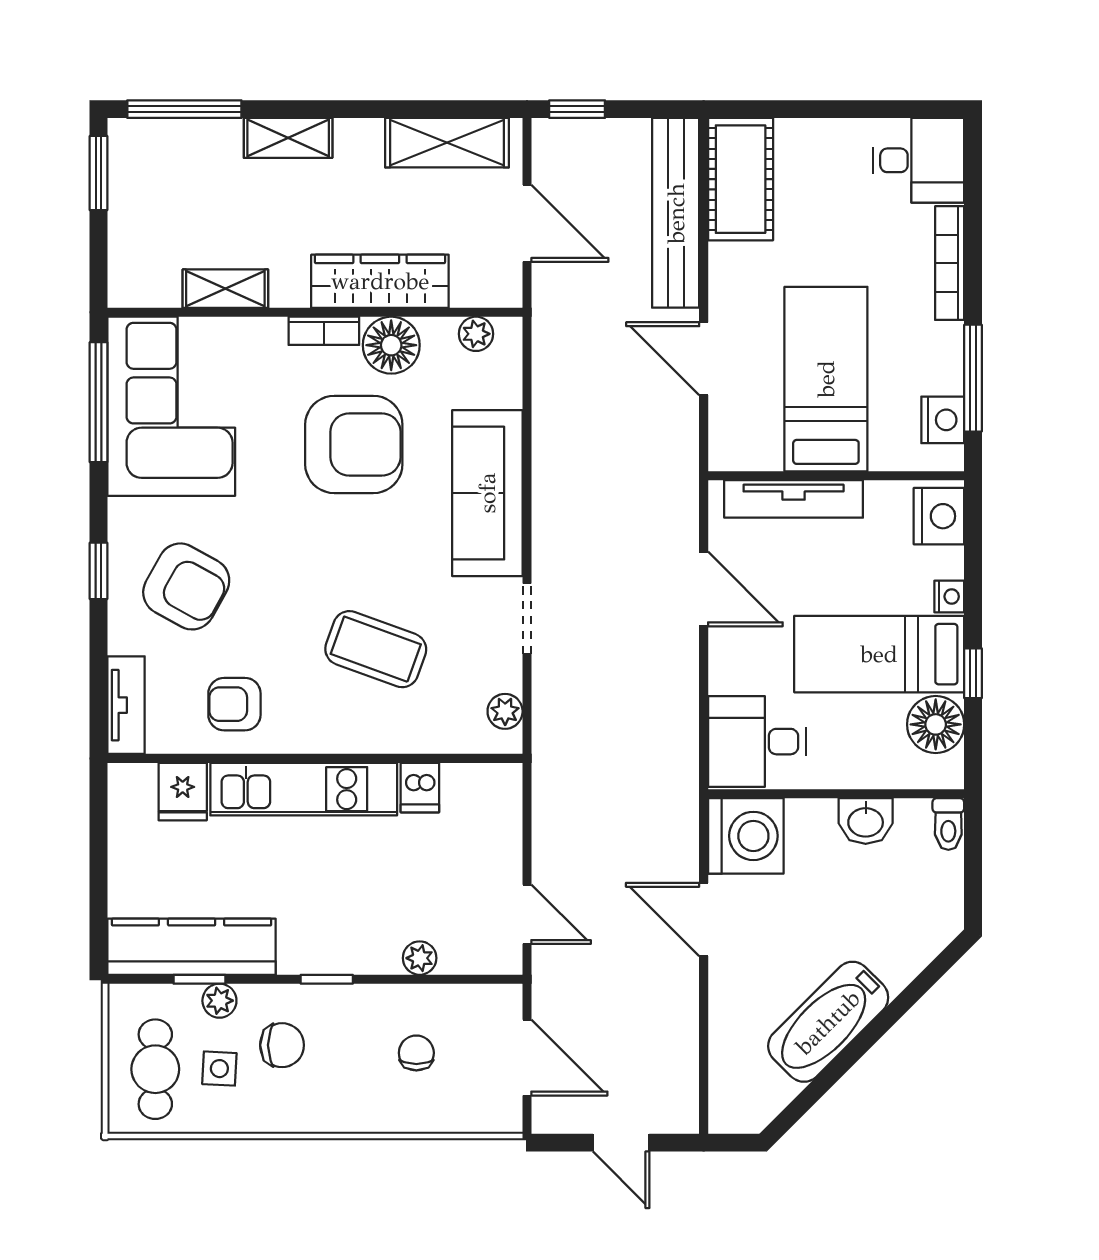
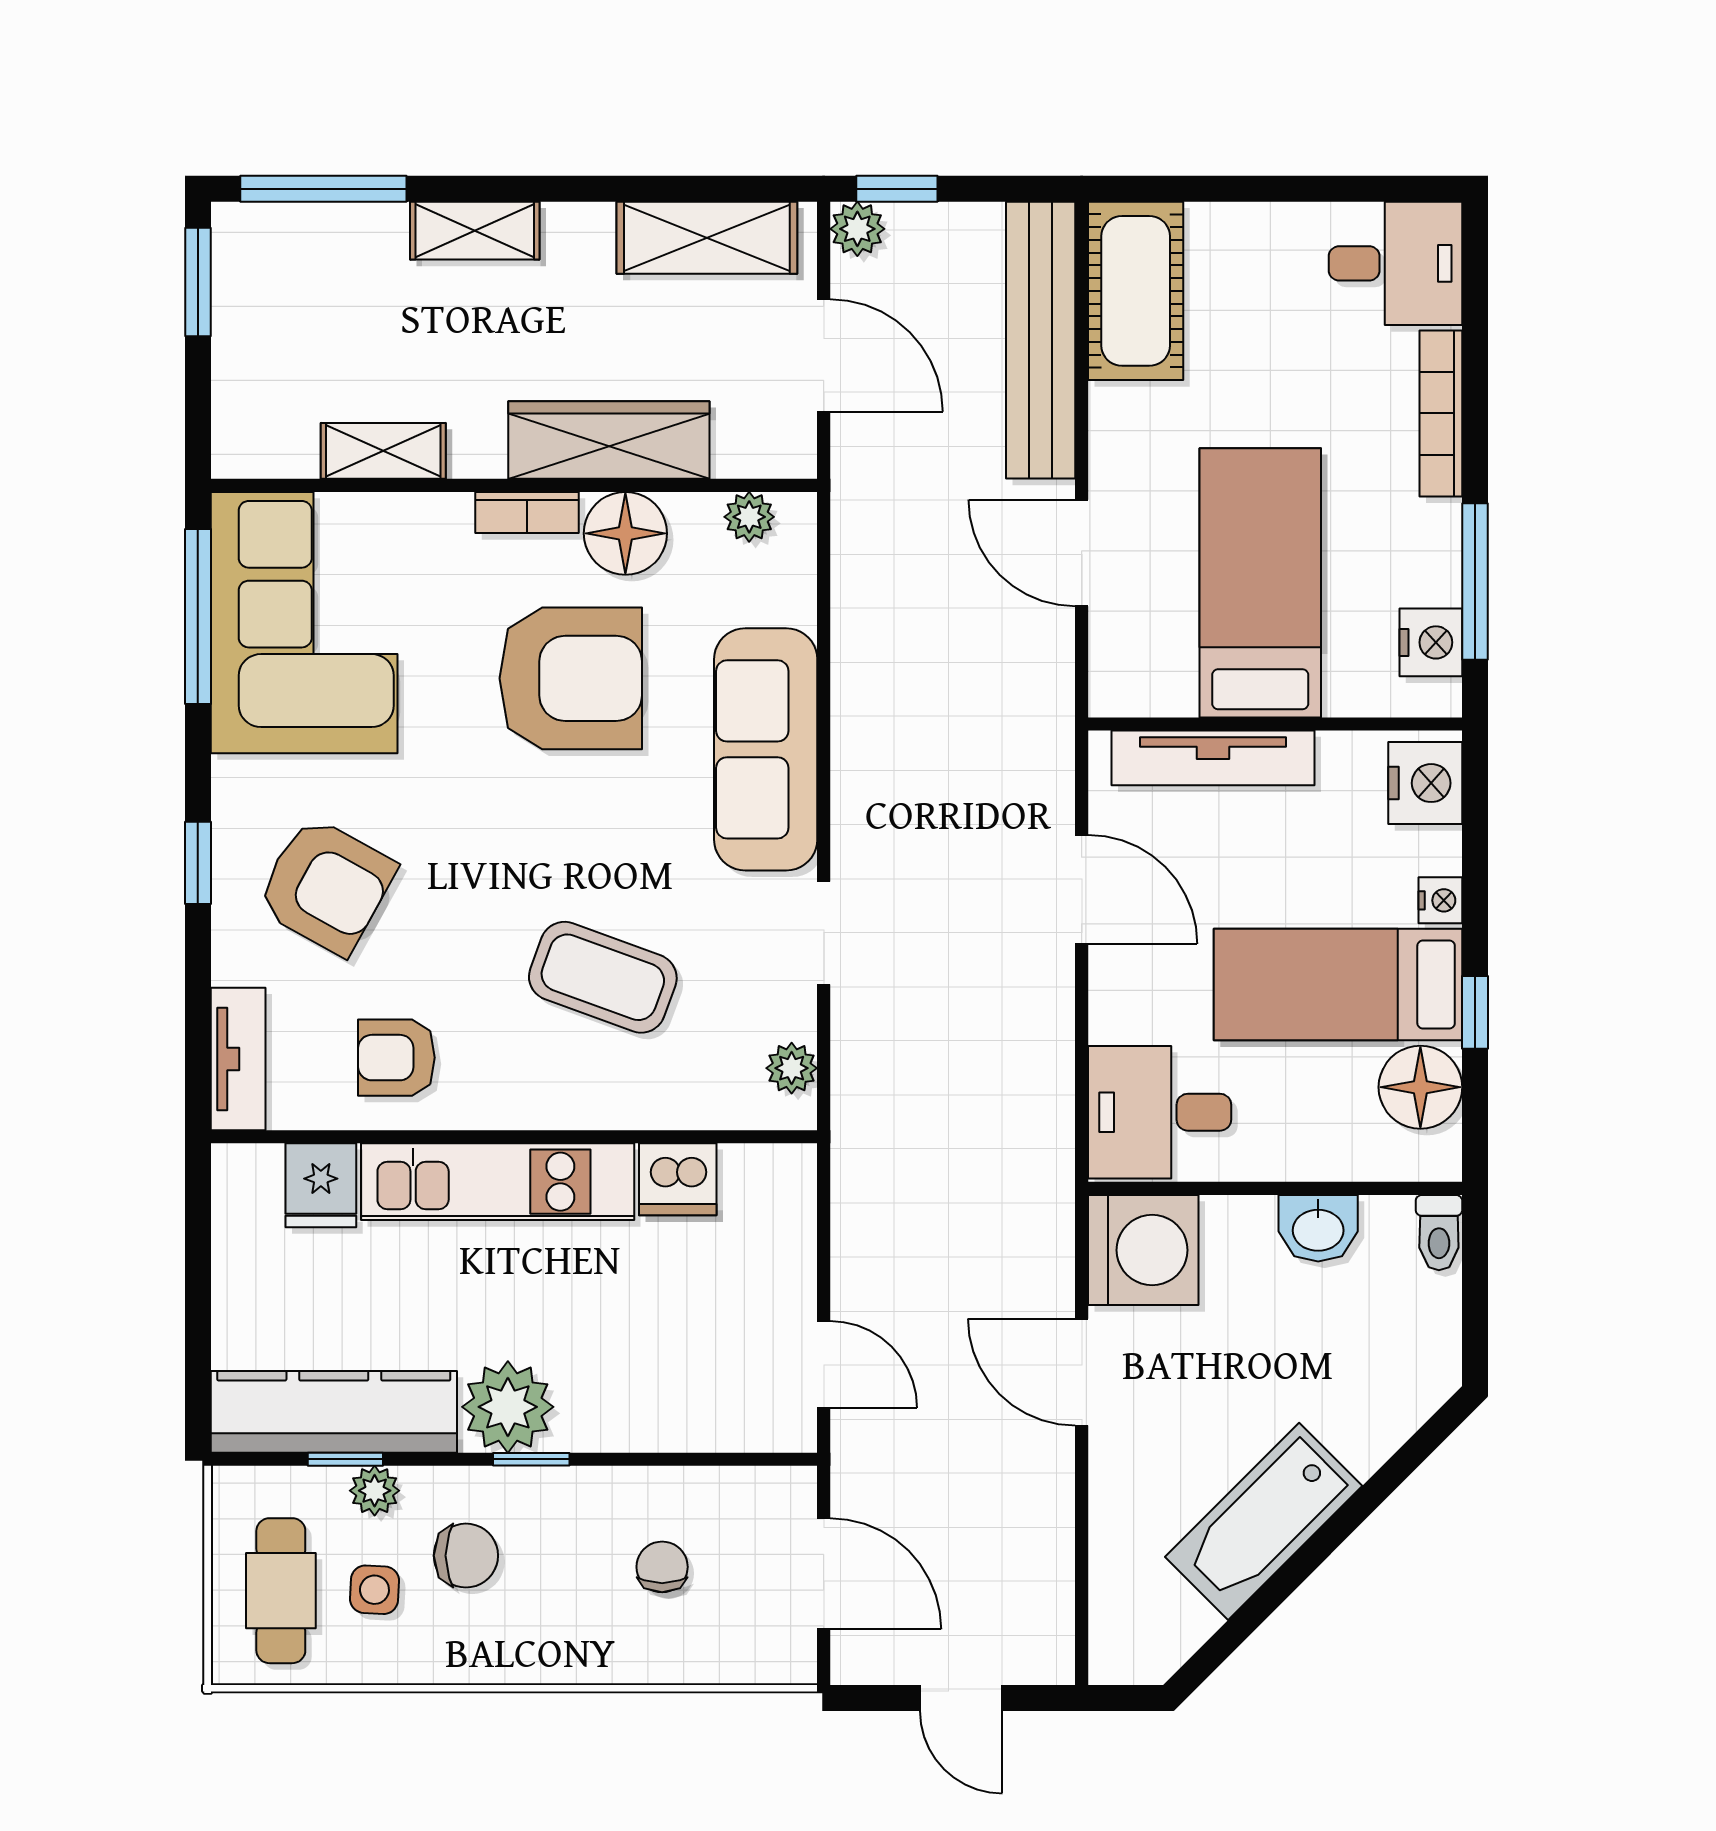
plant: (550, 137) -> (857, 229), added
dishwasher: (420, 788) -> (678, 1179), width x1.38
plant: (420, 958) -> (508, 1407), moved, width x1.87, depth x1.87

